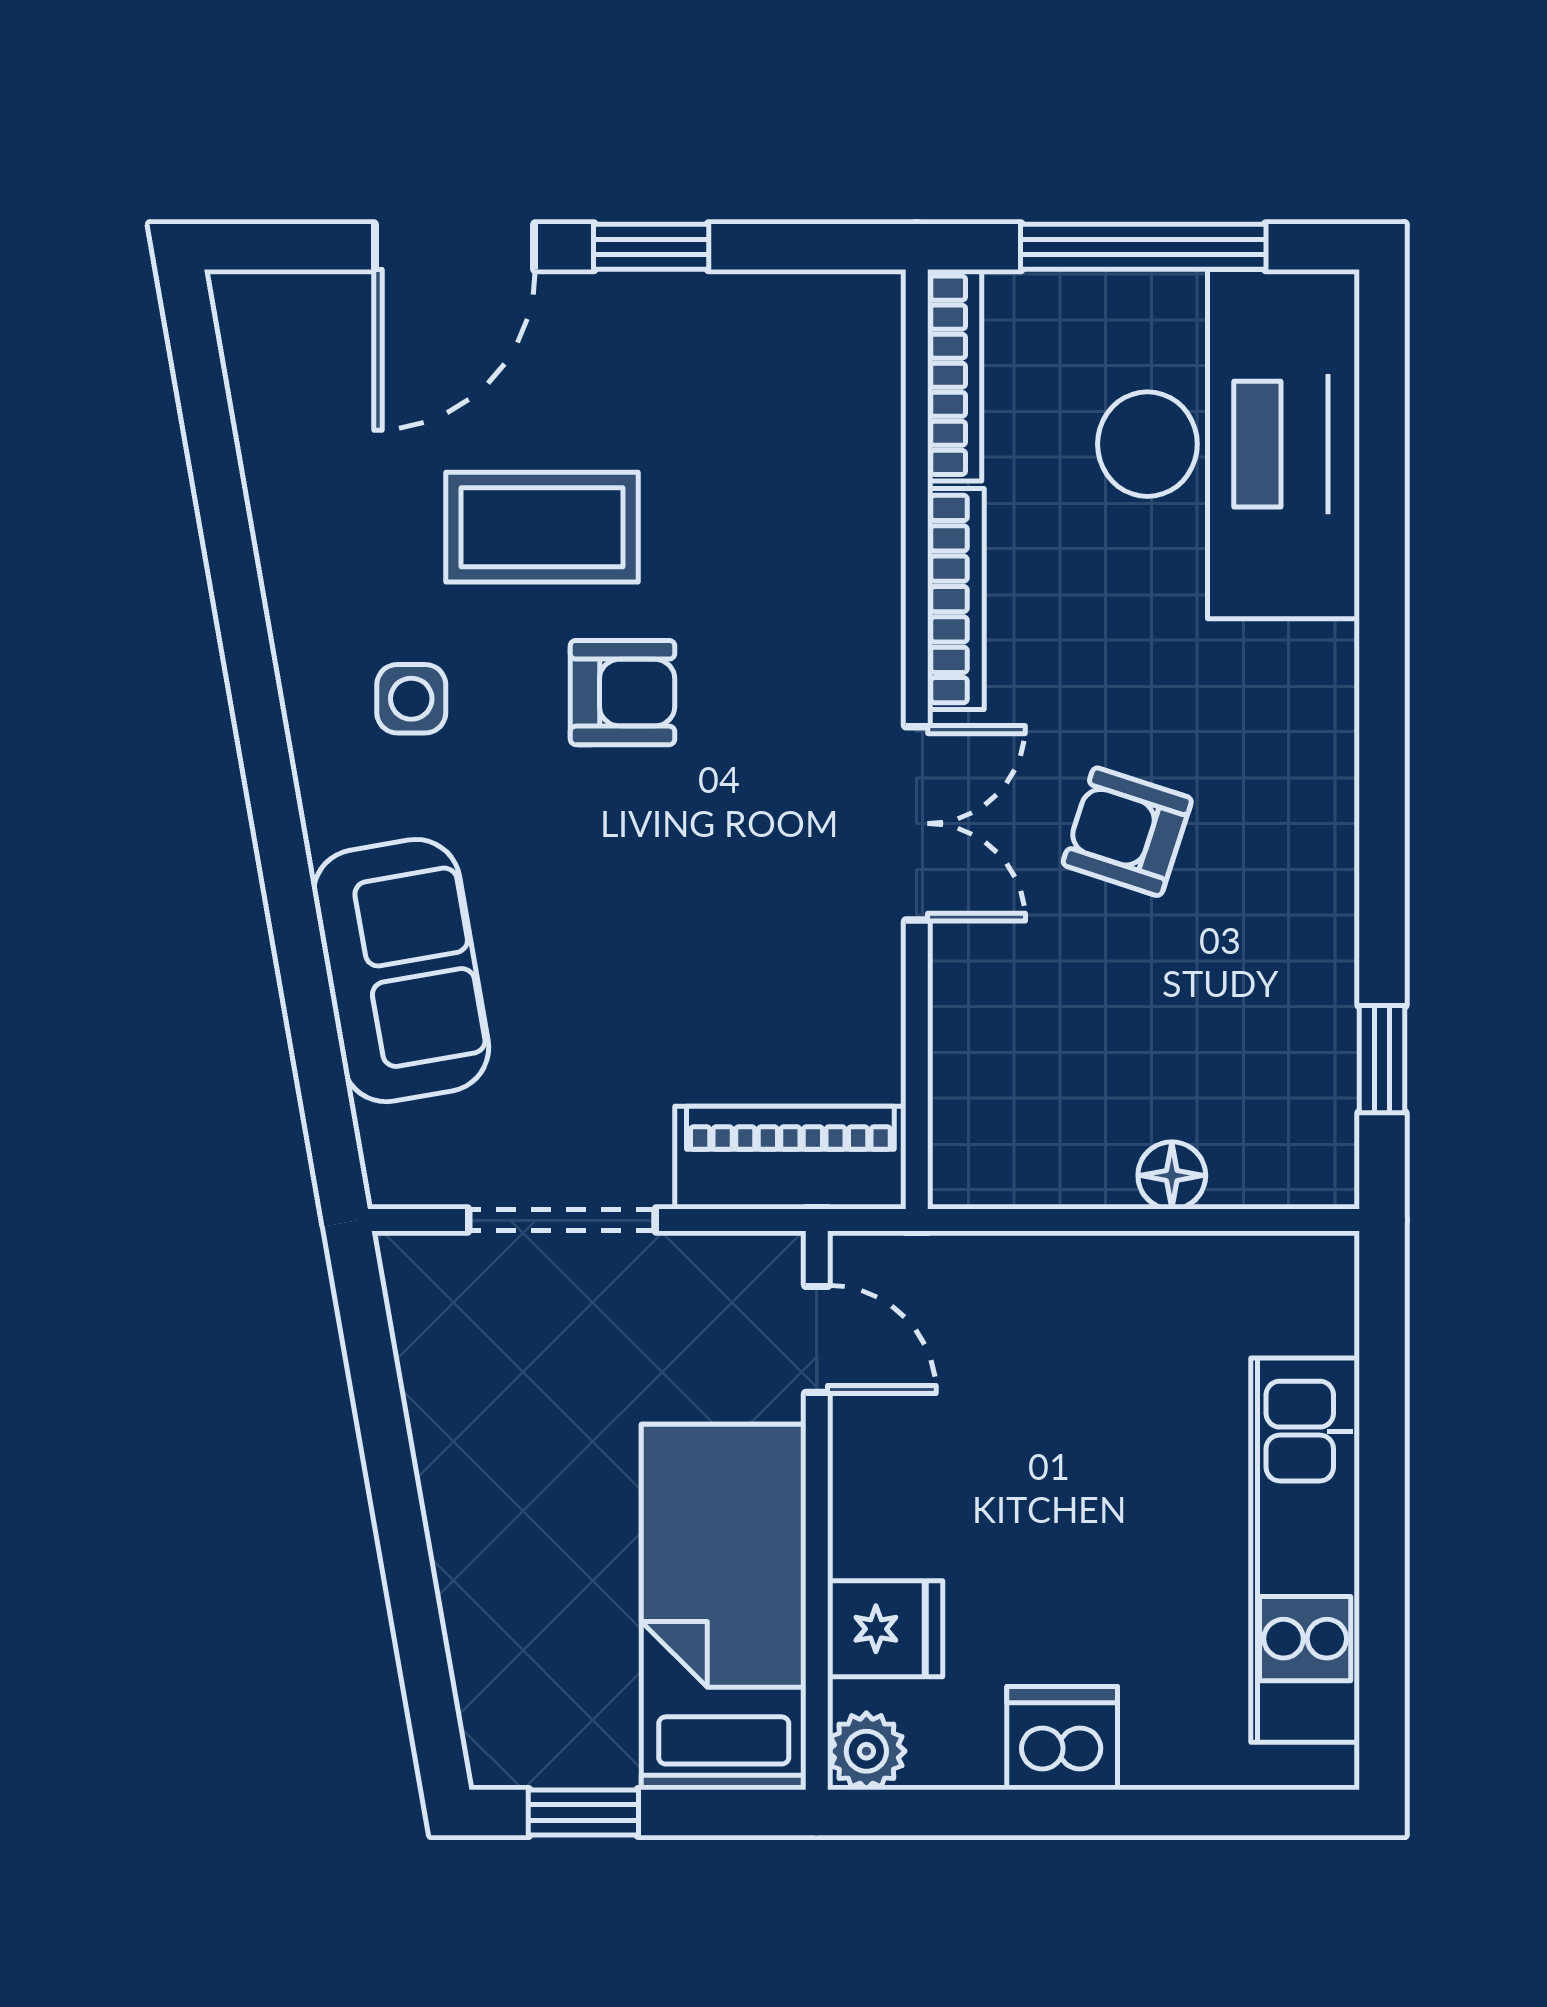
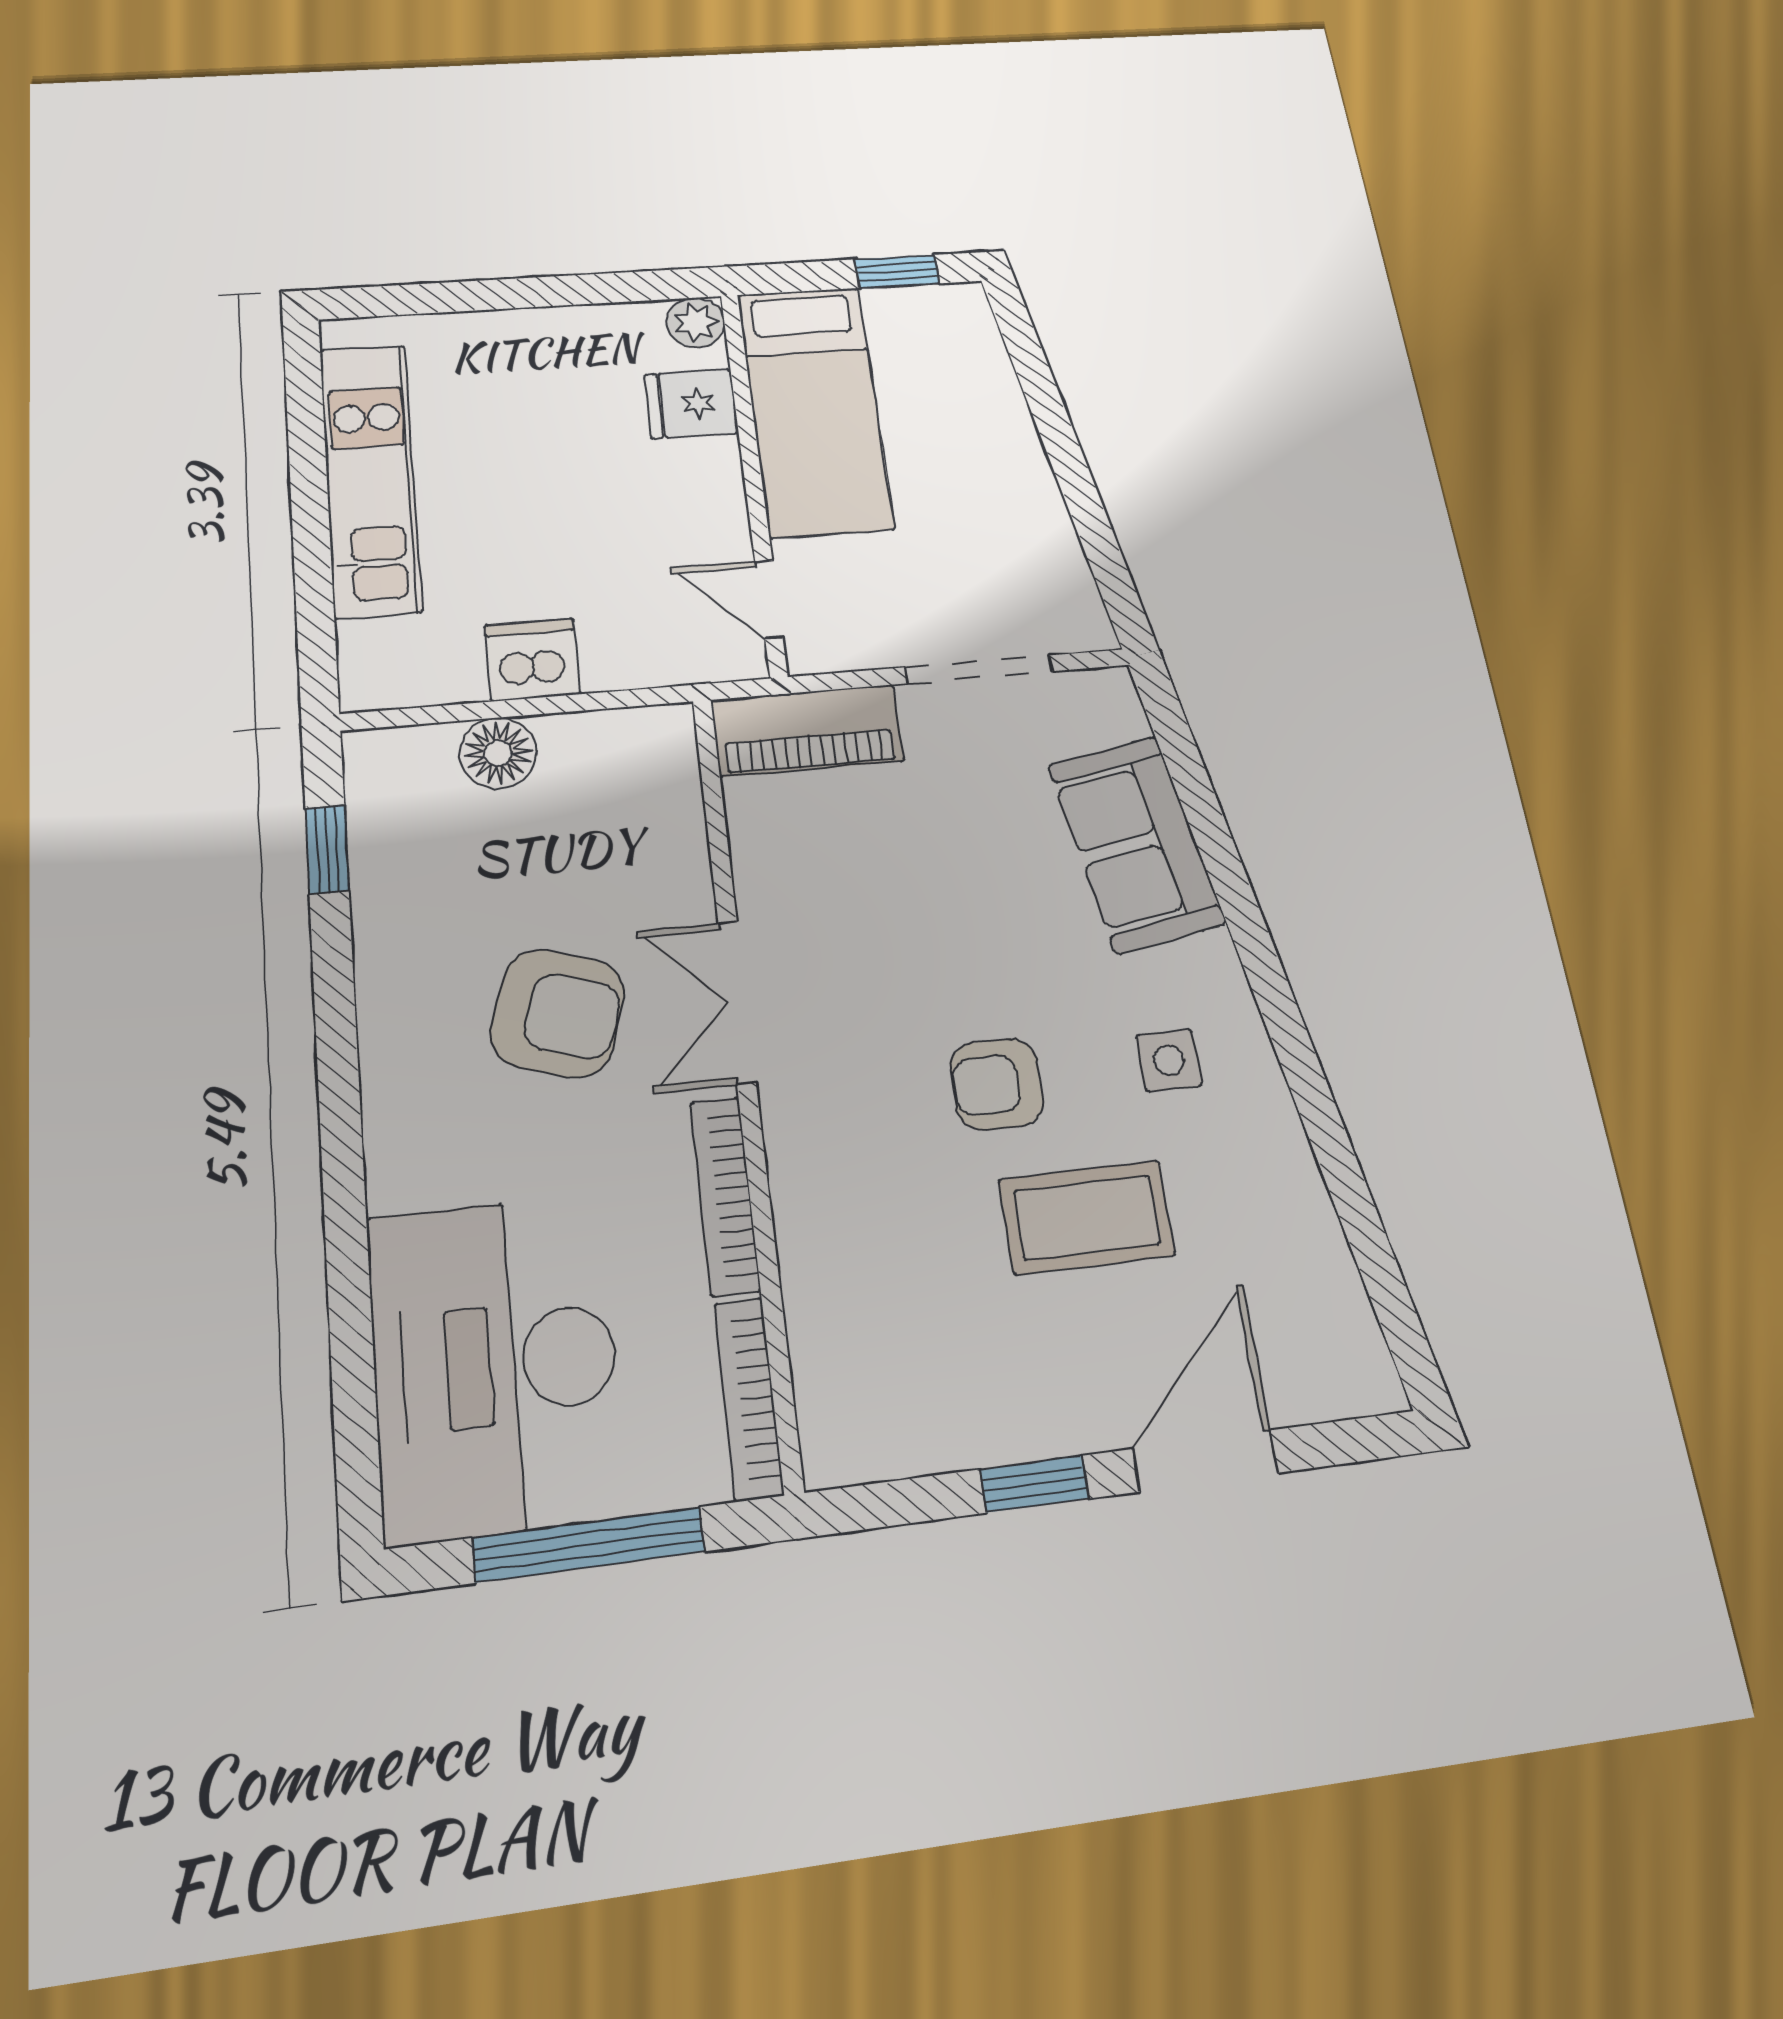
armchair: (1127, 832) -> (558, 1013), width x1.38, depth x1.38
floor lamp: (1172, 1175) -> (498, 753), width x1.37, depth x1.37
dishwasher: (1062, 1738) -> (532, 660), moved, turned 180

